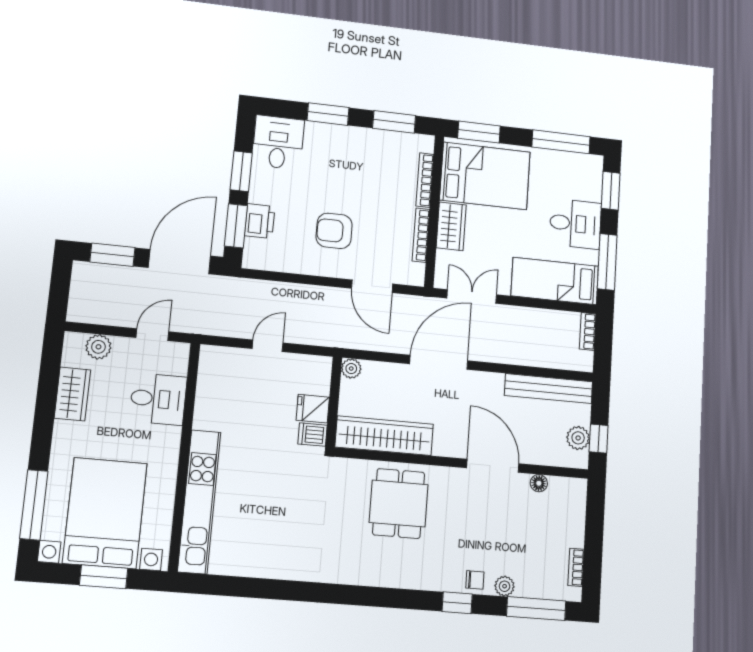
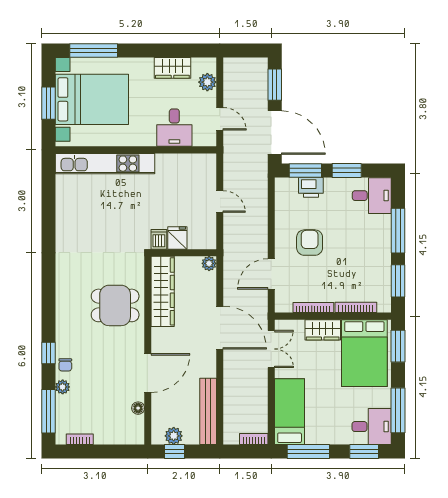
window: (328, 114) -> (398, 231), width x1.44
desk: (575, 224) -> (372, 427), moved, turned -90

